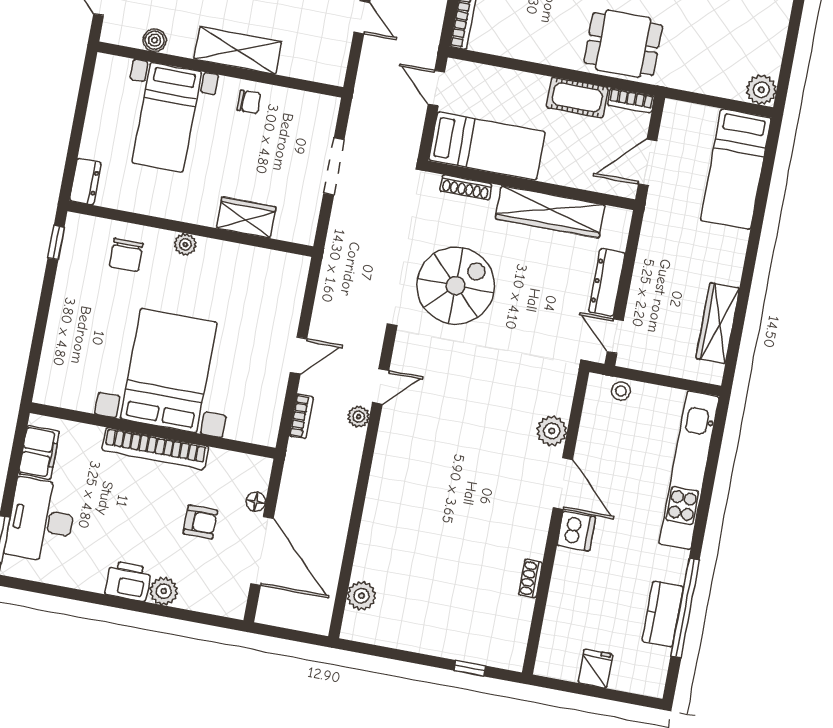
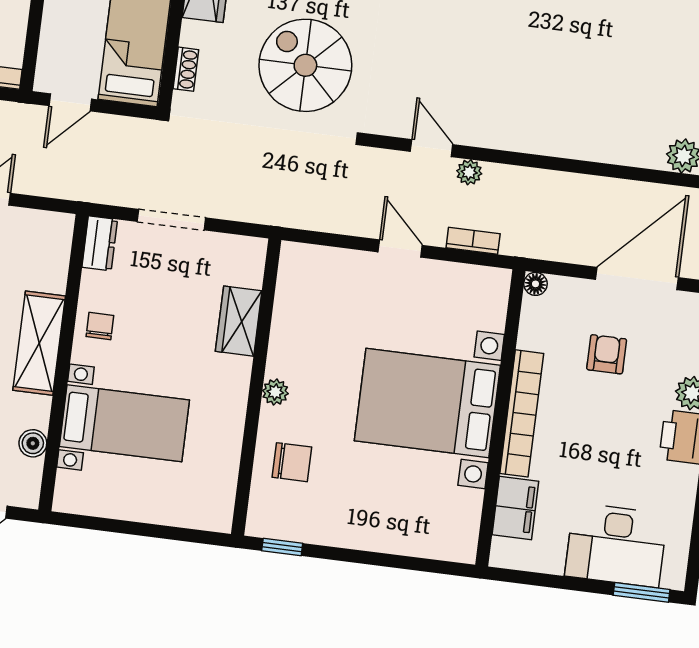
dresser: (85, 182) -> (100, 243), moved, turned 90
shoe rack: (466, 187) -> (186, 69), width x0.70
filing cabinet: (39, 452) -> (515, 508), moved, turned 90
floor lamp: (256, 502) -> (535, 284), moved

